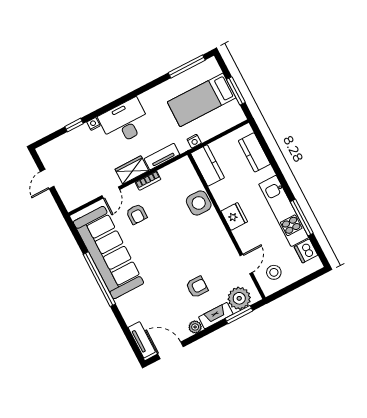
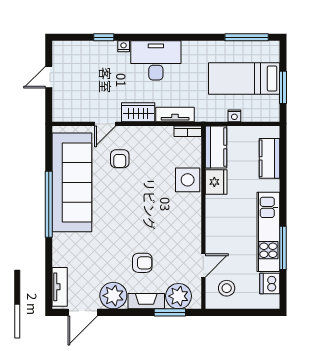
nightstand: (194, 141) -> (234, 116), moved
bookcase: (148, 181) -> (188, 131), moved
fridge: (234, 216) -> (216, 182), moved
plant: (195, 327) -> (113, 296), width x1.88, depth x1.88
door: (170, 350) -> (83, 312), swing flipped

